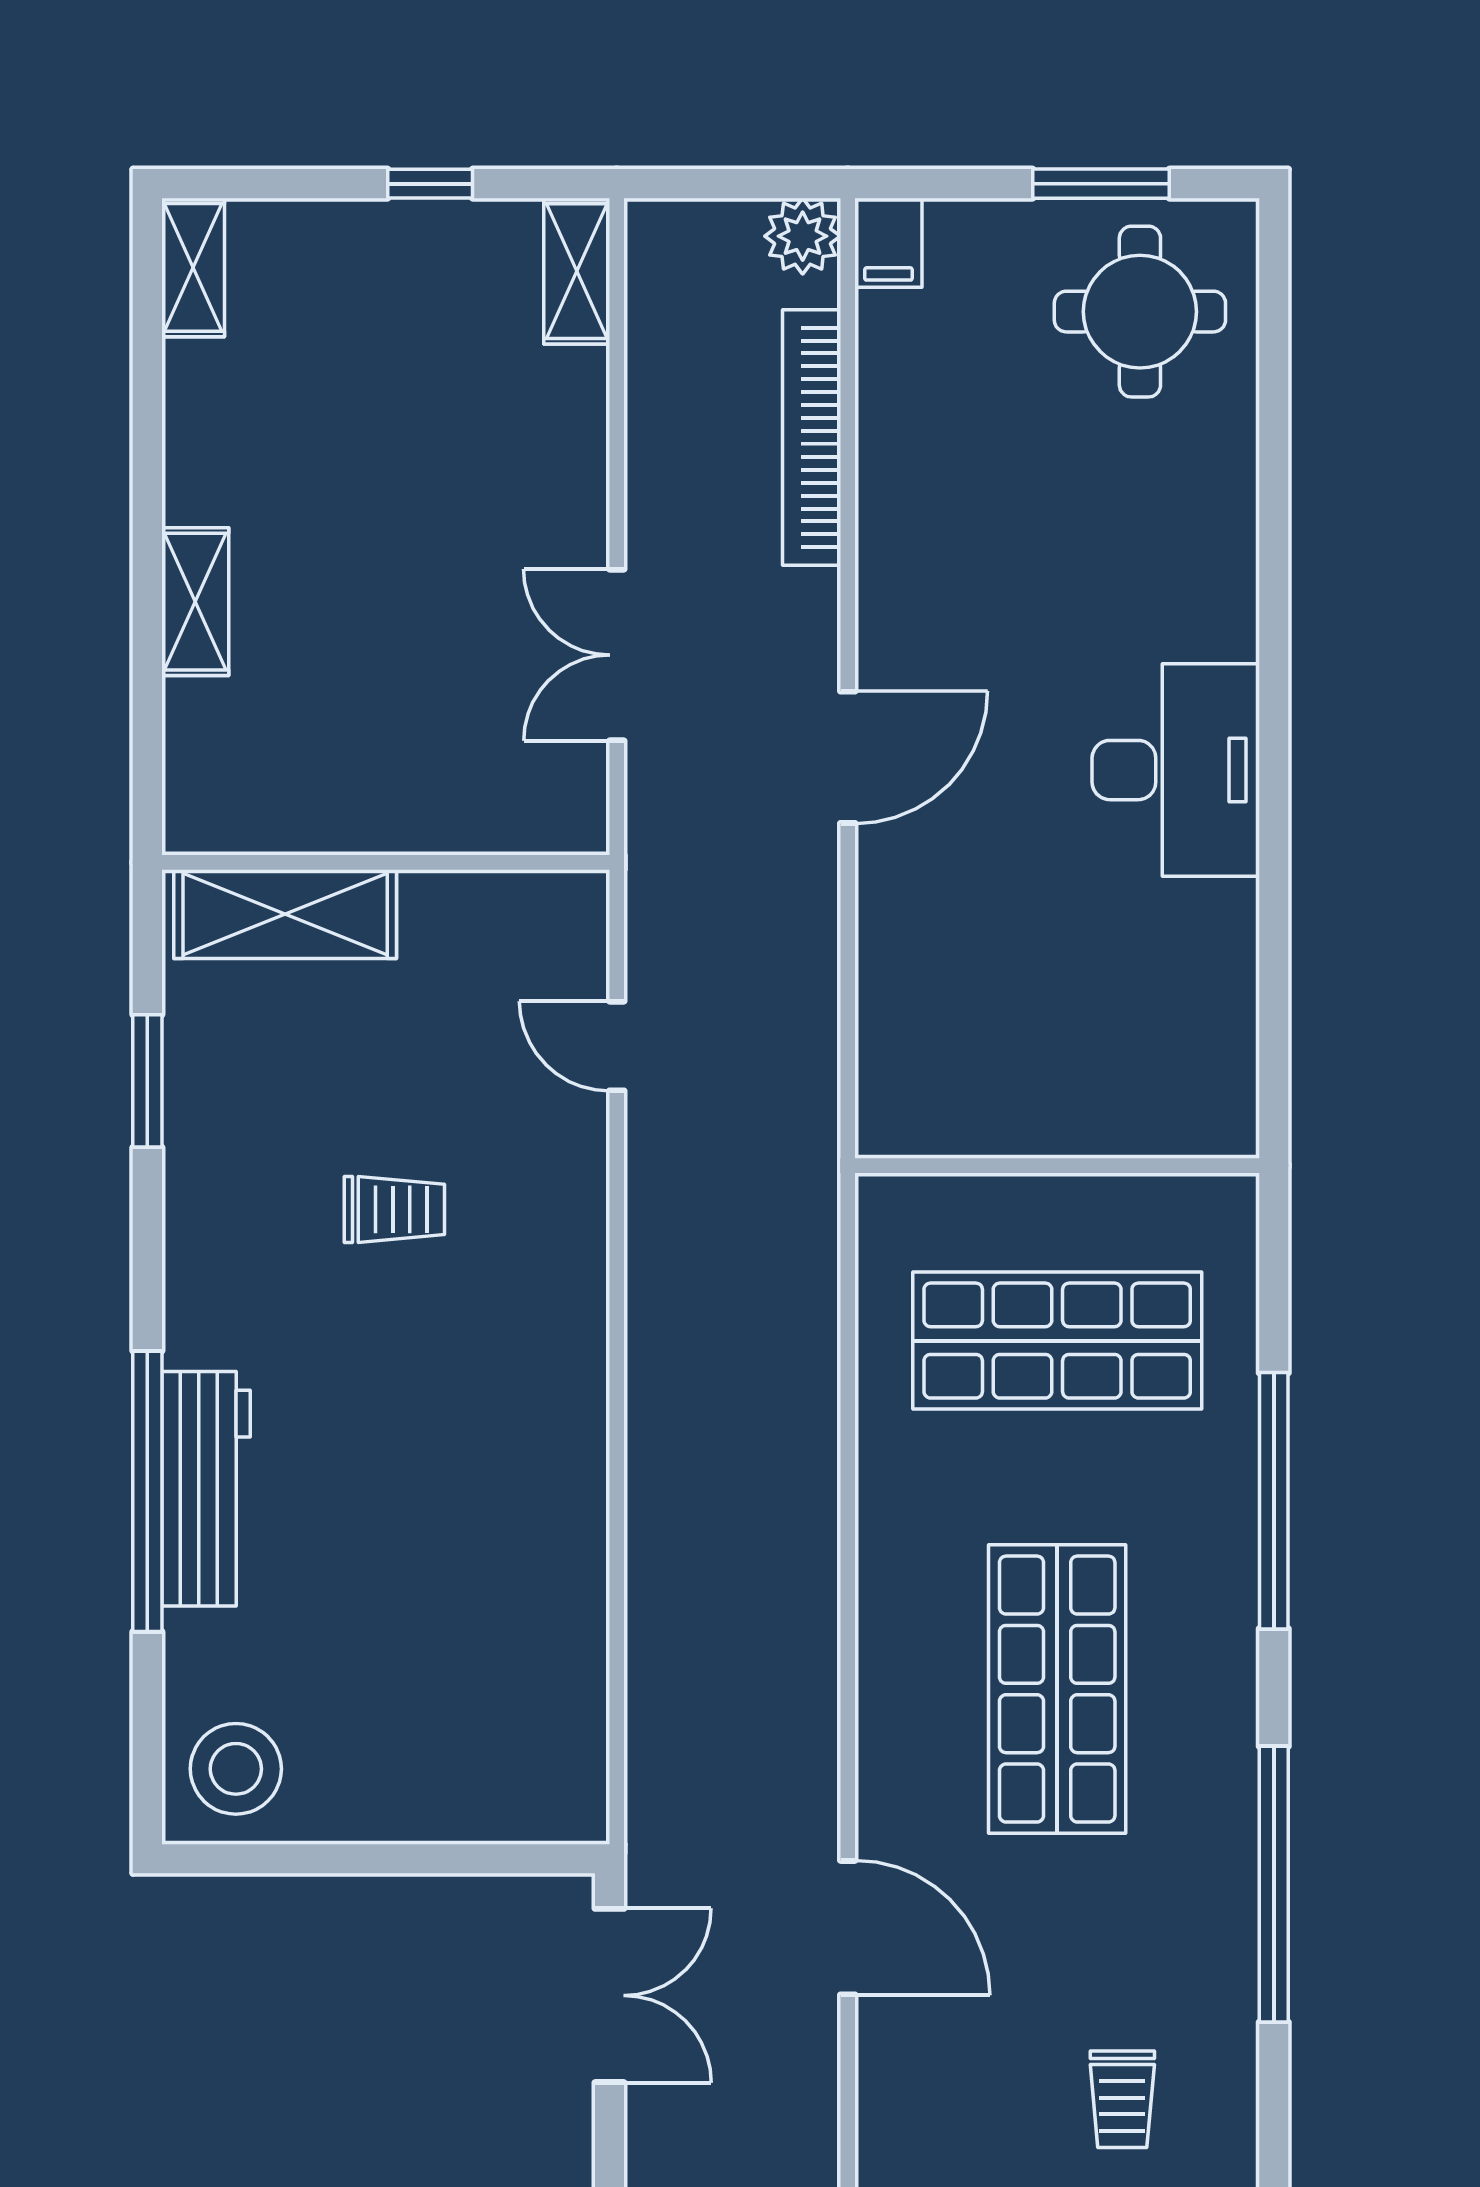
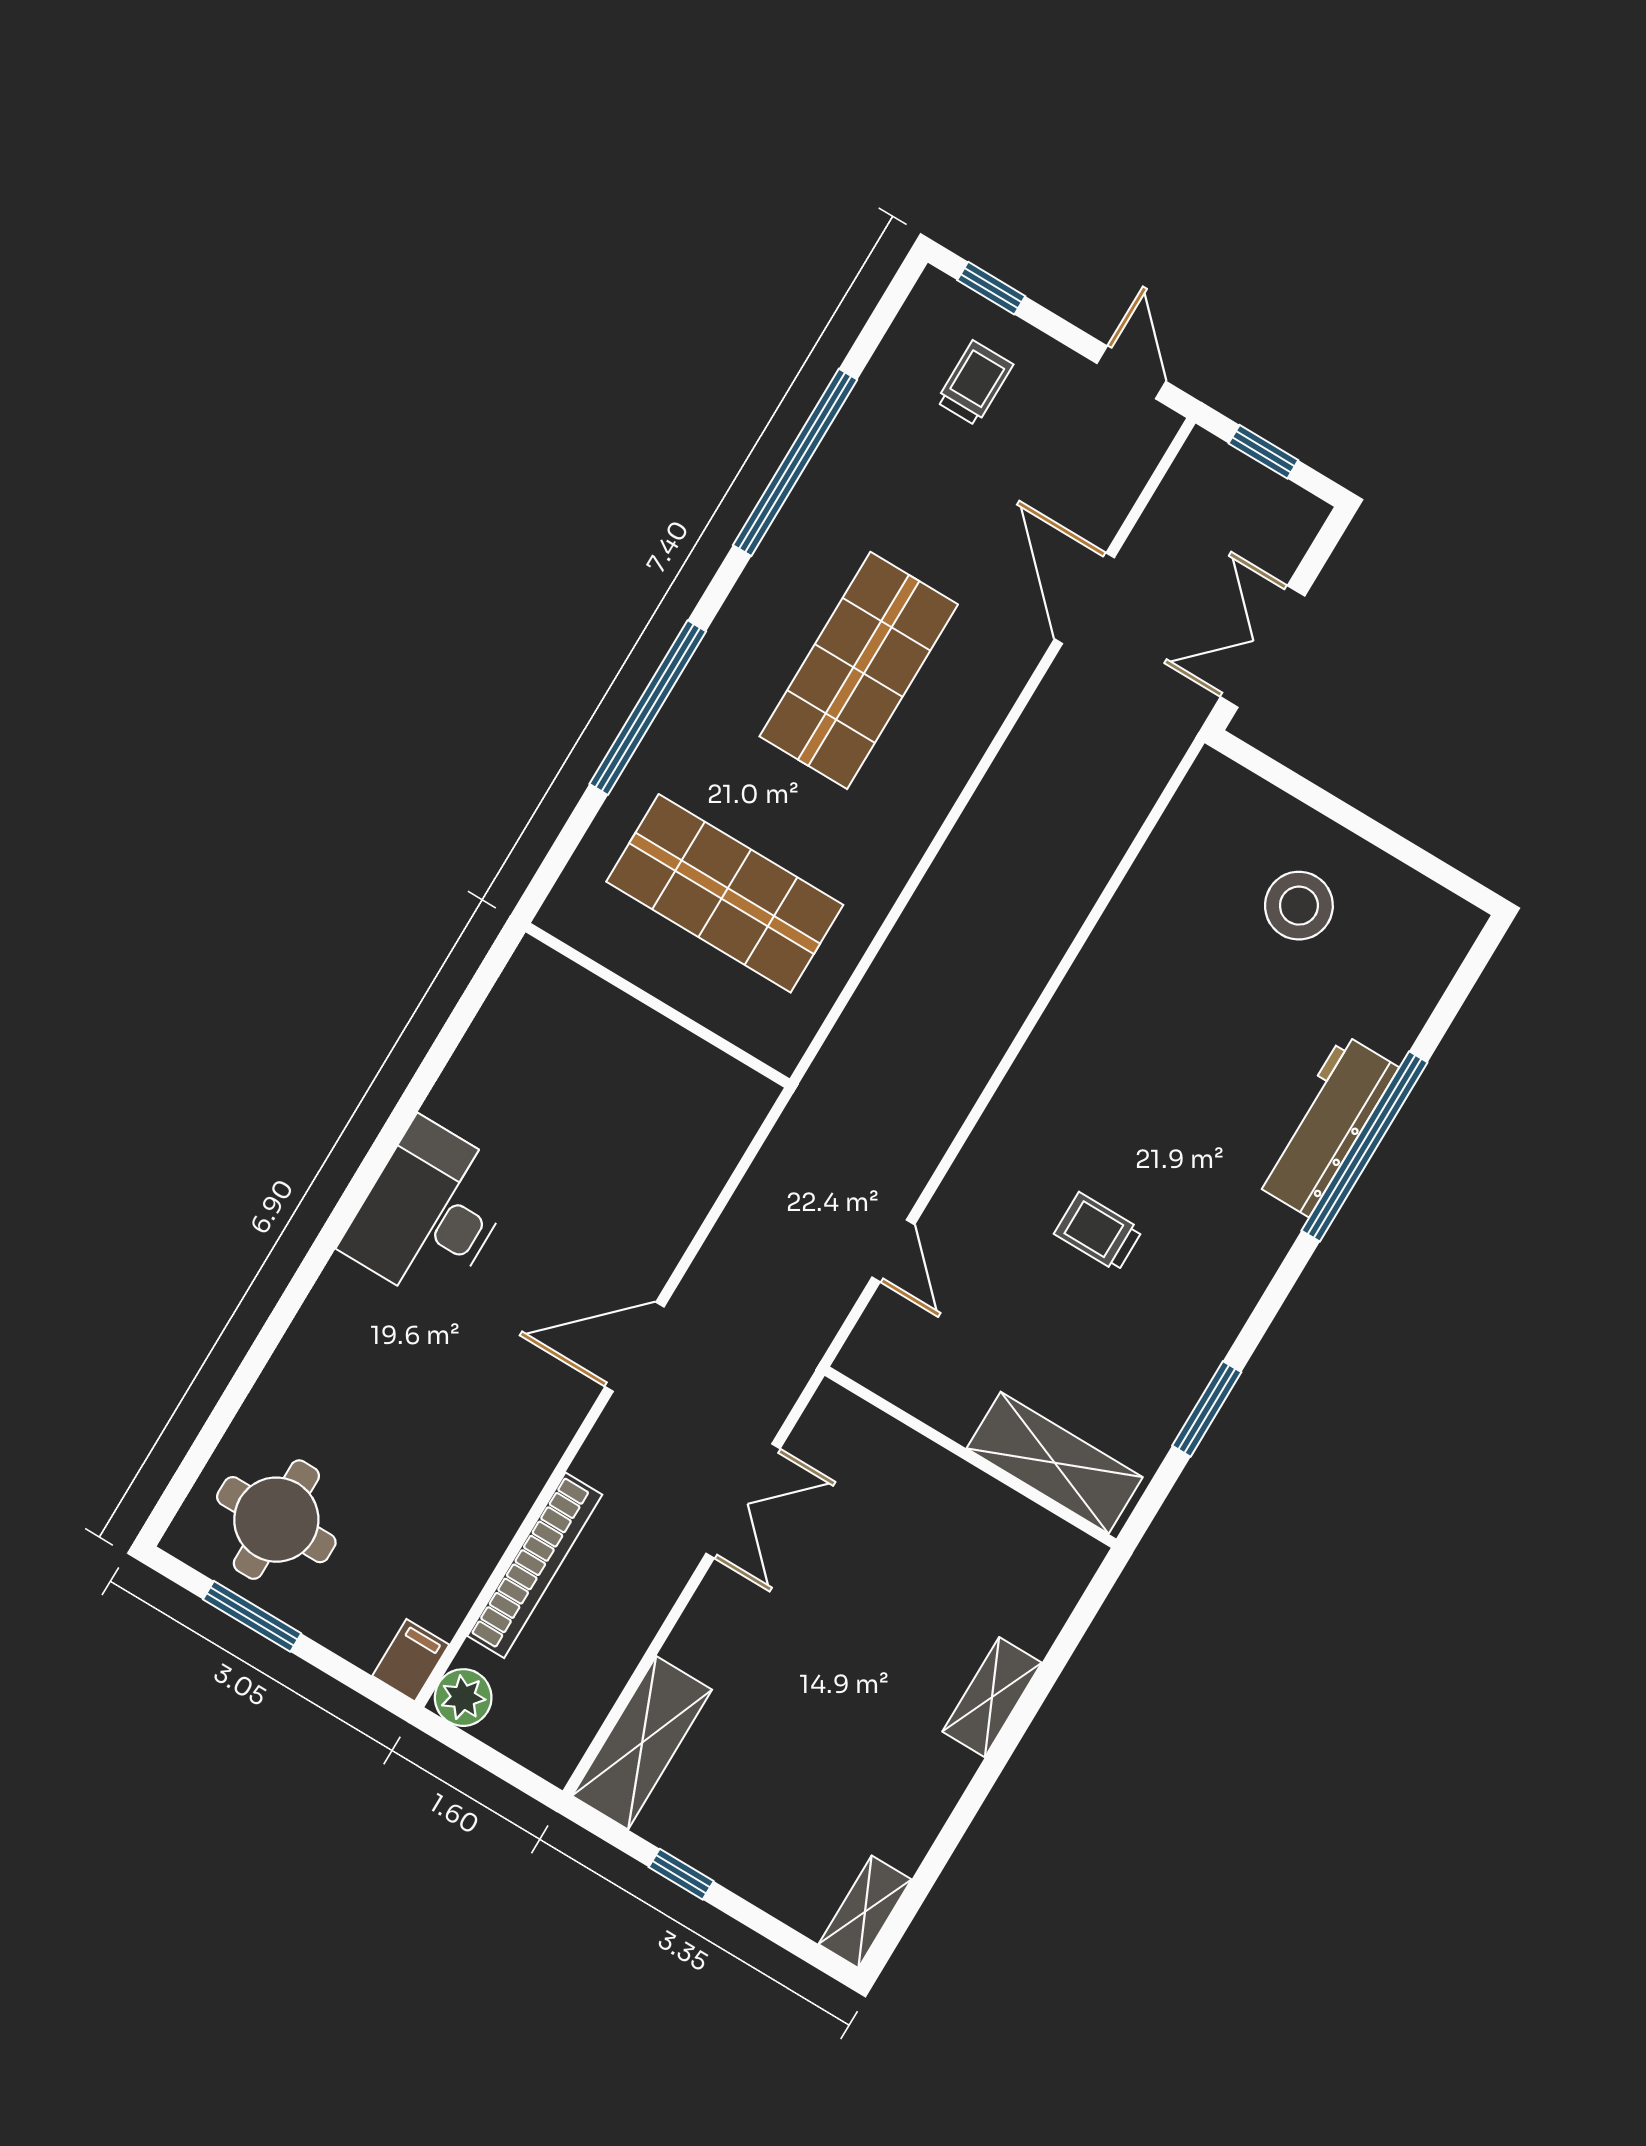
shelving: (577, 271) -> (642, 1743), width x1.50, depth x1.33
stool: (236, 1769) -> (1299, 906), moved

